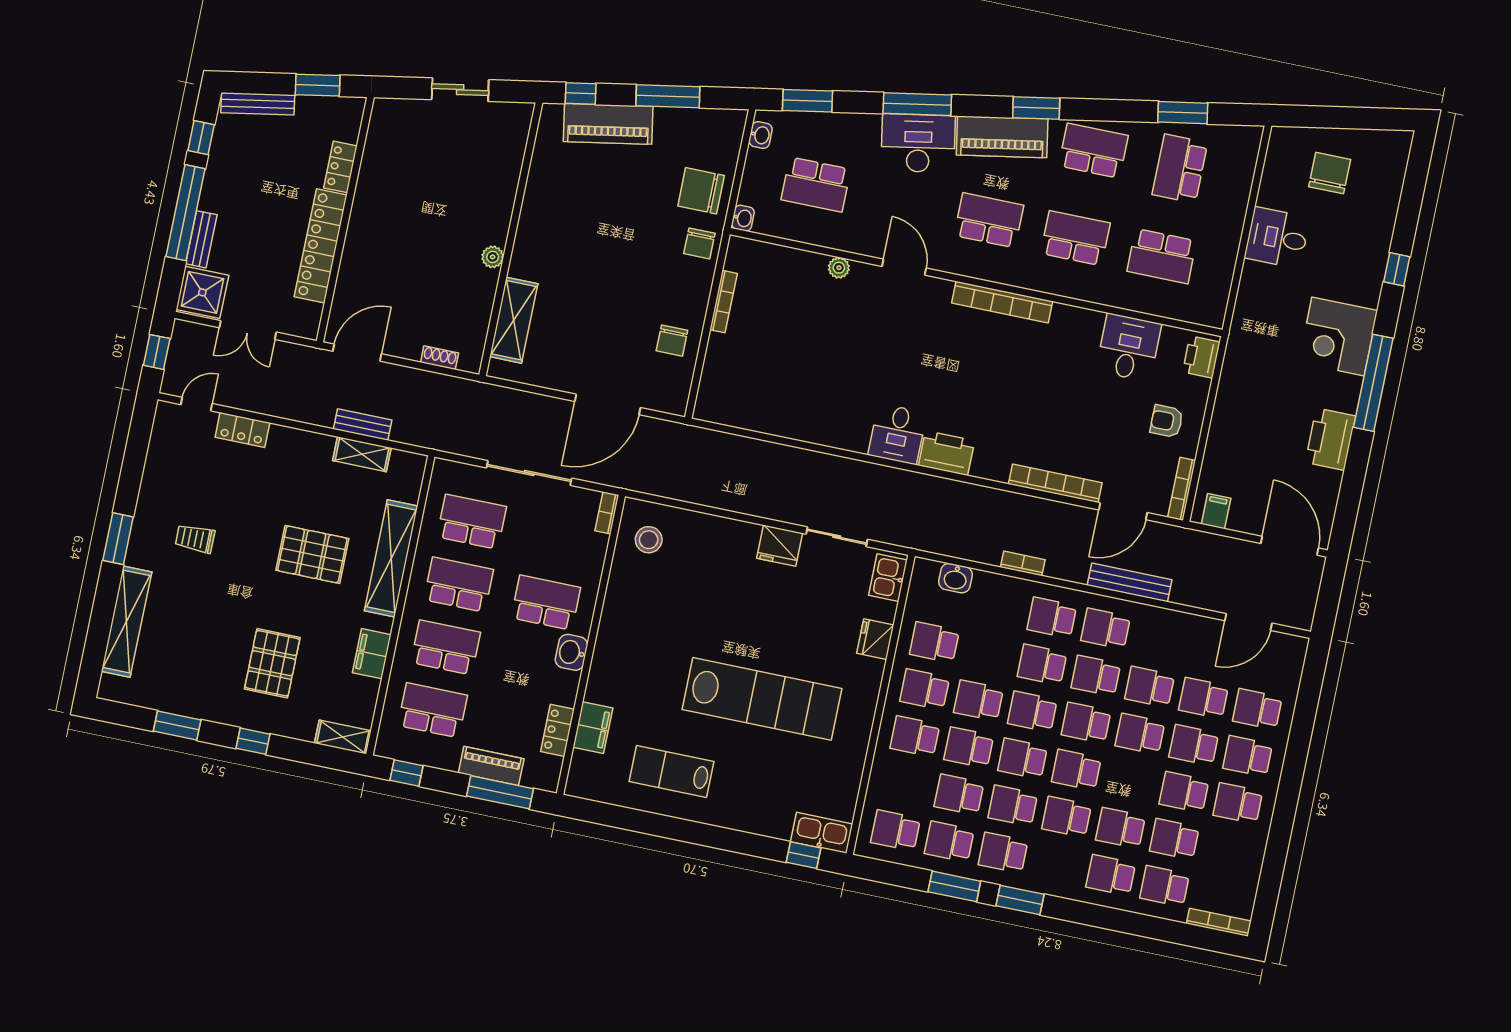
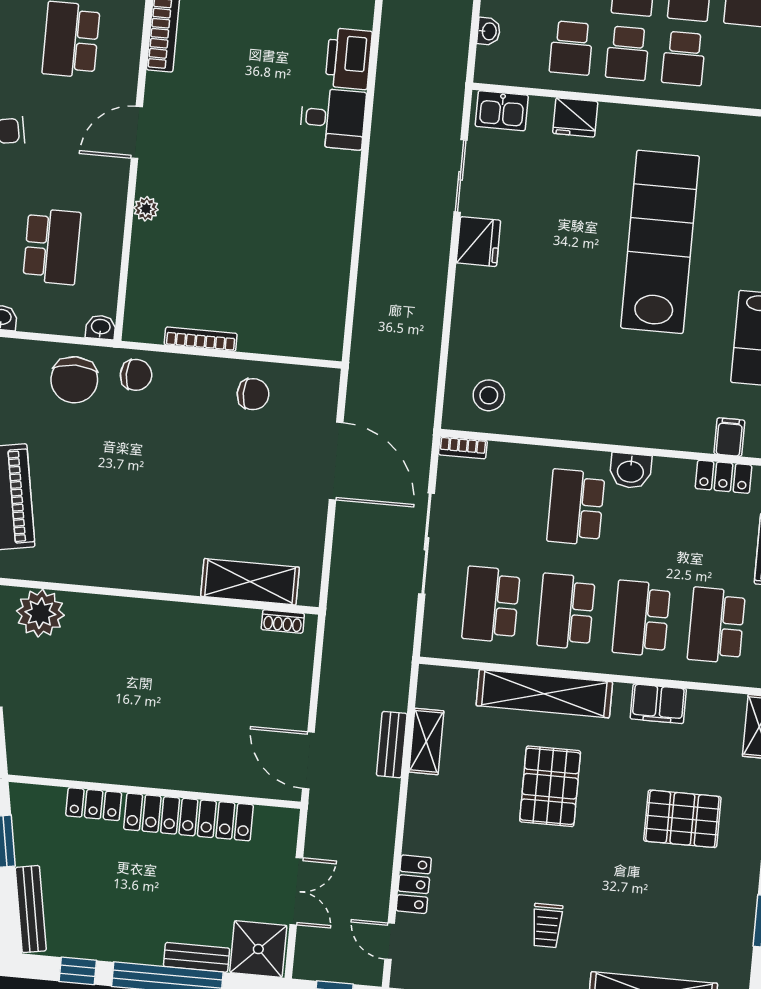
plant: (493, 257) -> (40, 613), moved, width x1.87, depth x1.87
shoe rack: (440, 358) -> (283, 621), moved, turned -90
washbasin: (955, 578) -> (489, 31), width x0.72, depth x0.69
filing cabinet: (593, 728) -> (729, 437), width x0.50

